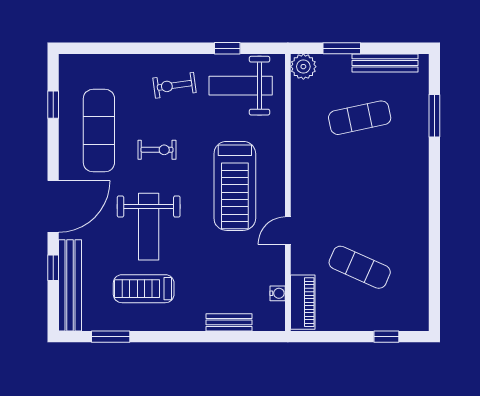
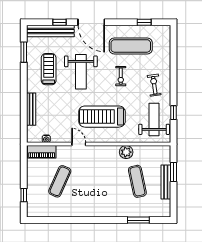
bench: (385, 63) -> (166, 182), moved
plant: (303, 67) -> (126, 152), moved
weight bench: (149, 227) -> (81, 72), turned -90
bench: (229, 322) -> (31, 109), width x1.36

